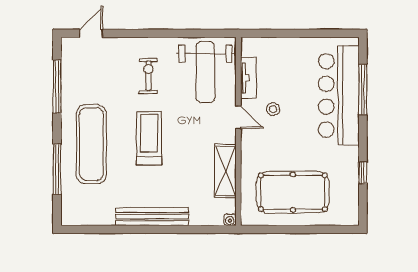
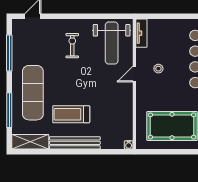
tv unit: (248, 78) -> (141, 33), moved
door: (238, 117) -> (134, 74), swing flipped
treadmill: (149, 138) -> (71, 114), moved, turned -90
shelving: (225, 171) -> (30, 142), moved, turned 90

